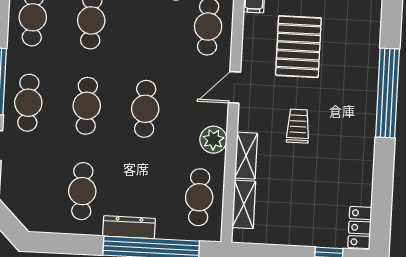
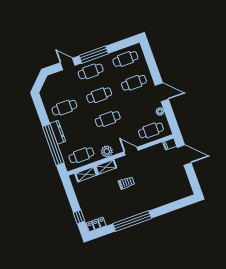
pallet: (298, 47) -> (158, 170), removed
window: (387, 93) -> (132, 221), moved

